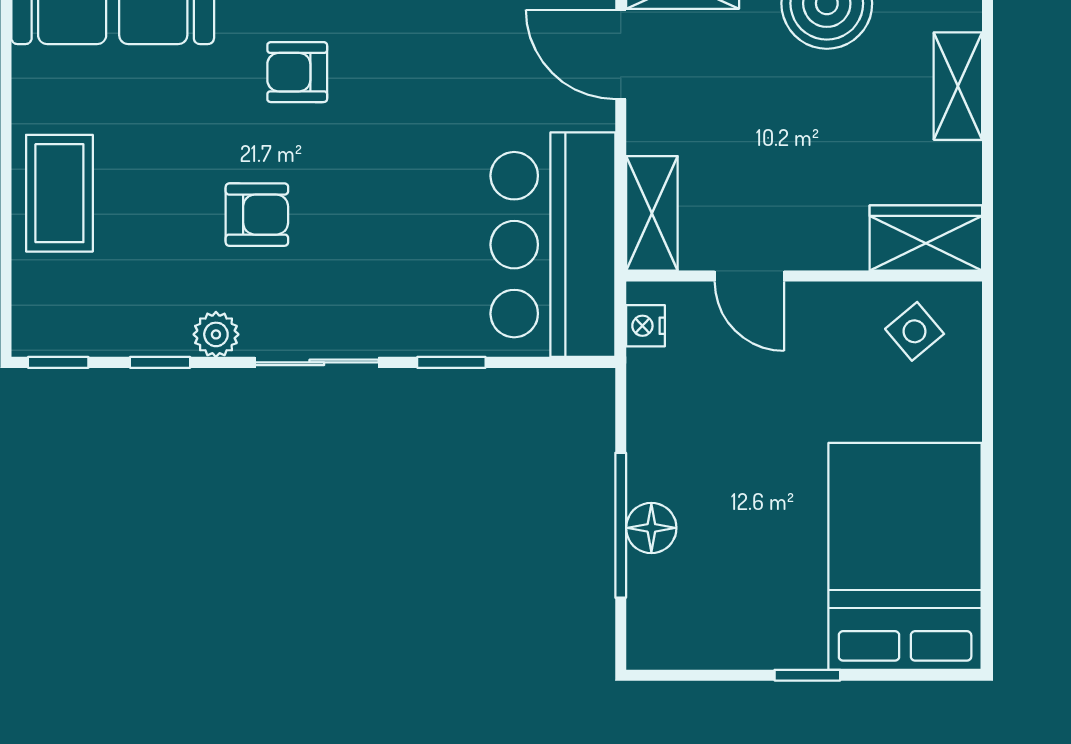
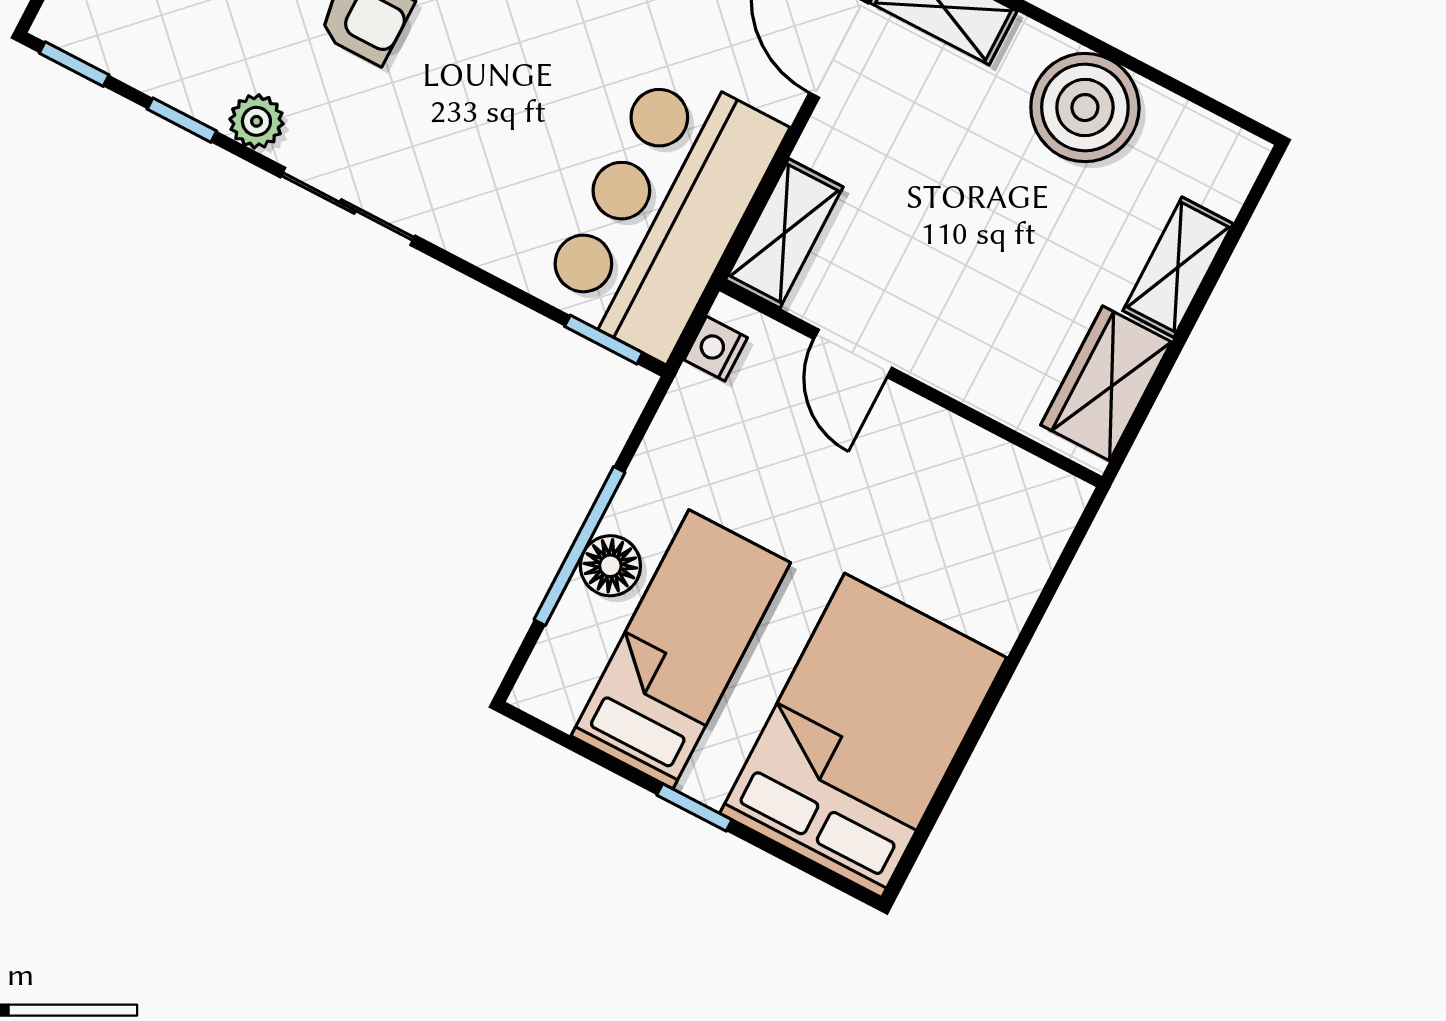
wardrobe: (926, 238) -> (1106, 383), moved, turned -90
side table: (915, 331) -> (997, 503), removed
window: (451, 362) -> (604, 340), moved
bed: (736, 563) -> (681, 649), added

